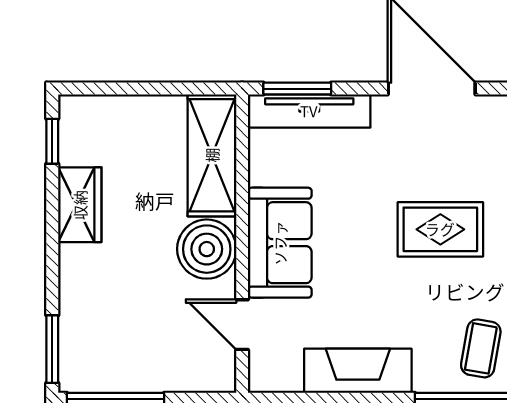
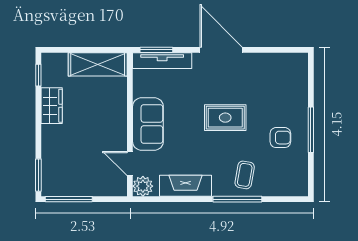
shelving: (212, 155) -> (98, 64), moved, turned 90
boiler: (207, 249) -> (113, 127), removed
plant: (269, 372) -> (143, 186), added

